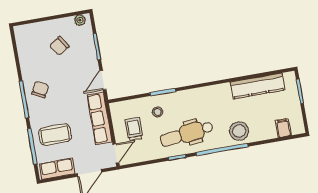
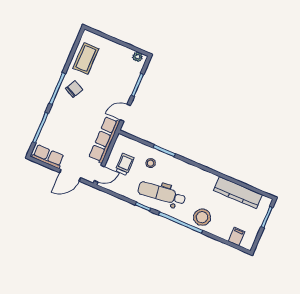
chair: (59, 46) -> (110, 66), removed
coffee table: (55, 135) -> (86, 58), moved, turned 90

